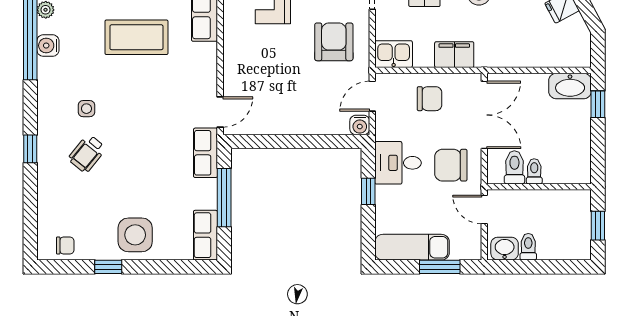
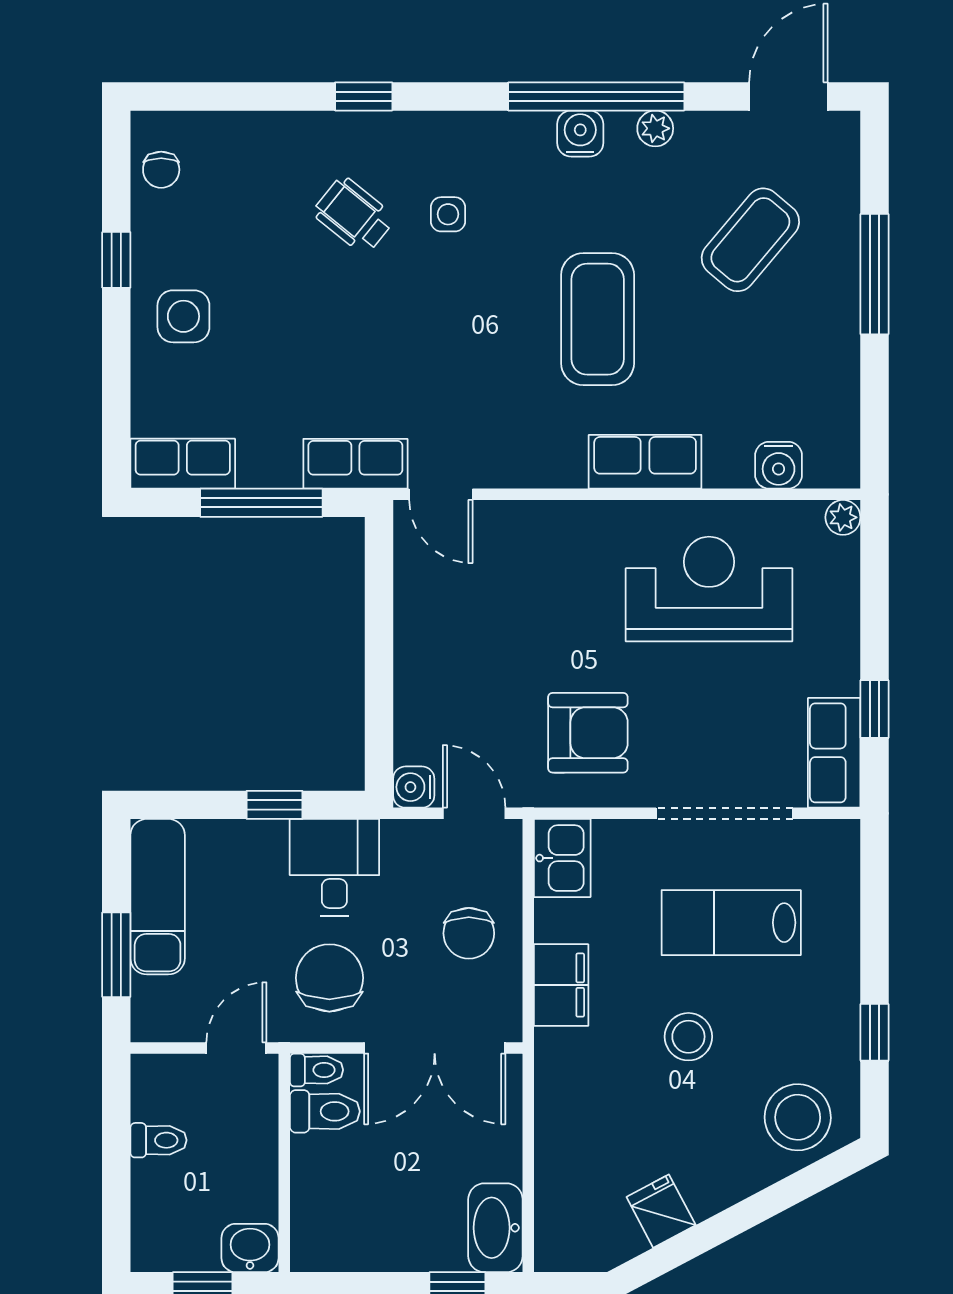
toilet: (534, 171) -> (317, 1070), moved
side table: (135, 235) -> (183, 316), width x0.73, depth x0.73
washbasin: (505, 249) -> (250, 1248), moved, turned -90

